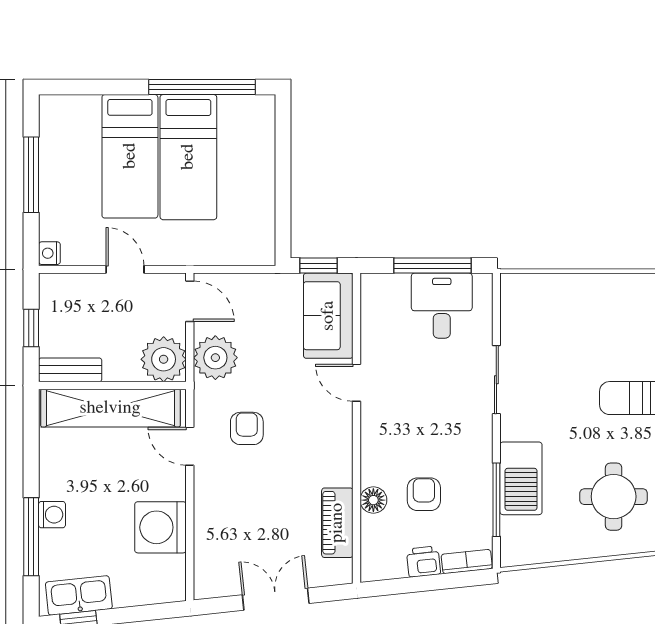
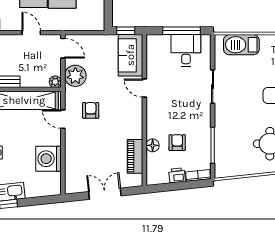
plant: (164, 359) -> (55, 82), width x0.53, depth x0.53
barbecue: (521, 478) -> (241, 45), moved, turned 90

